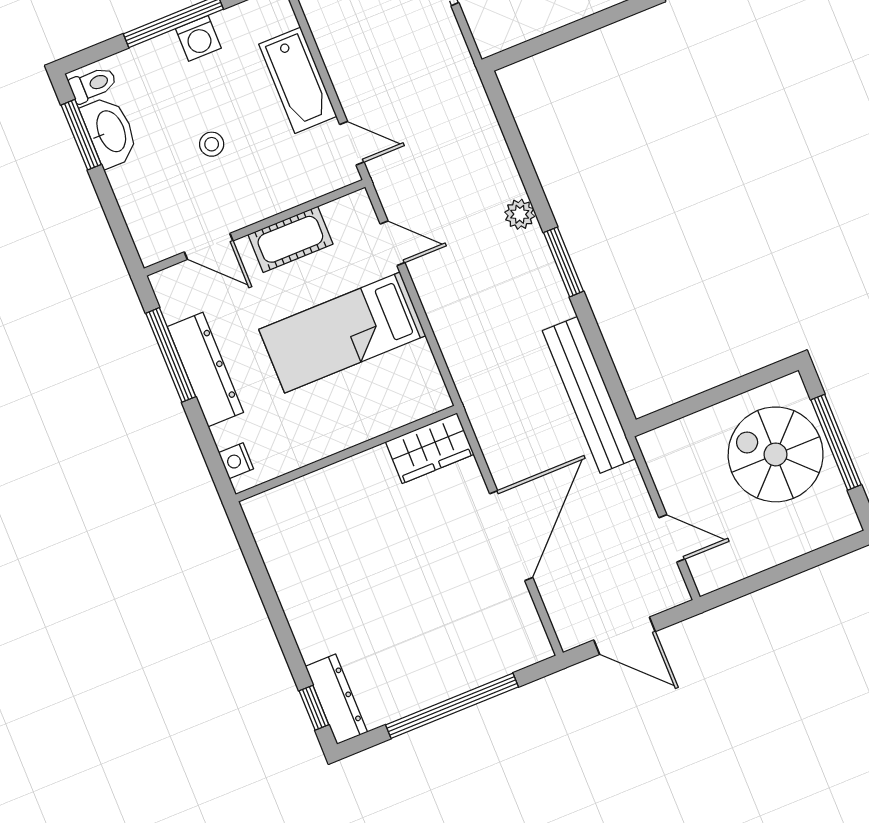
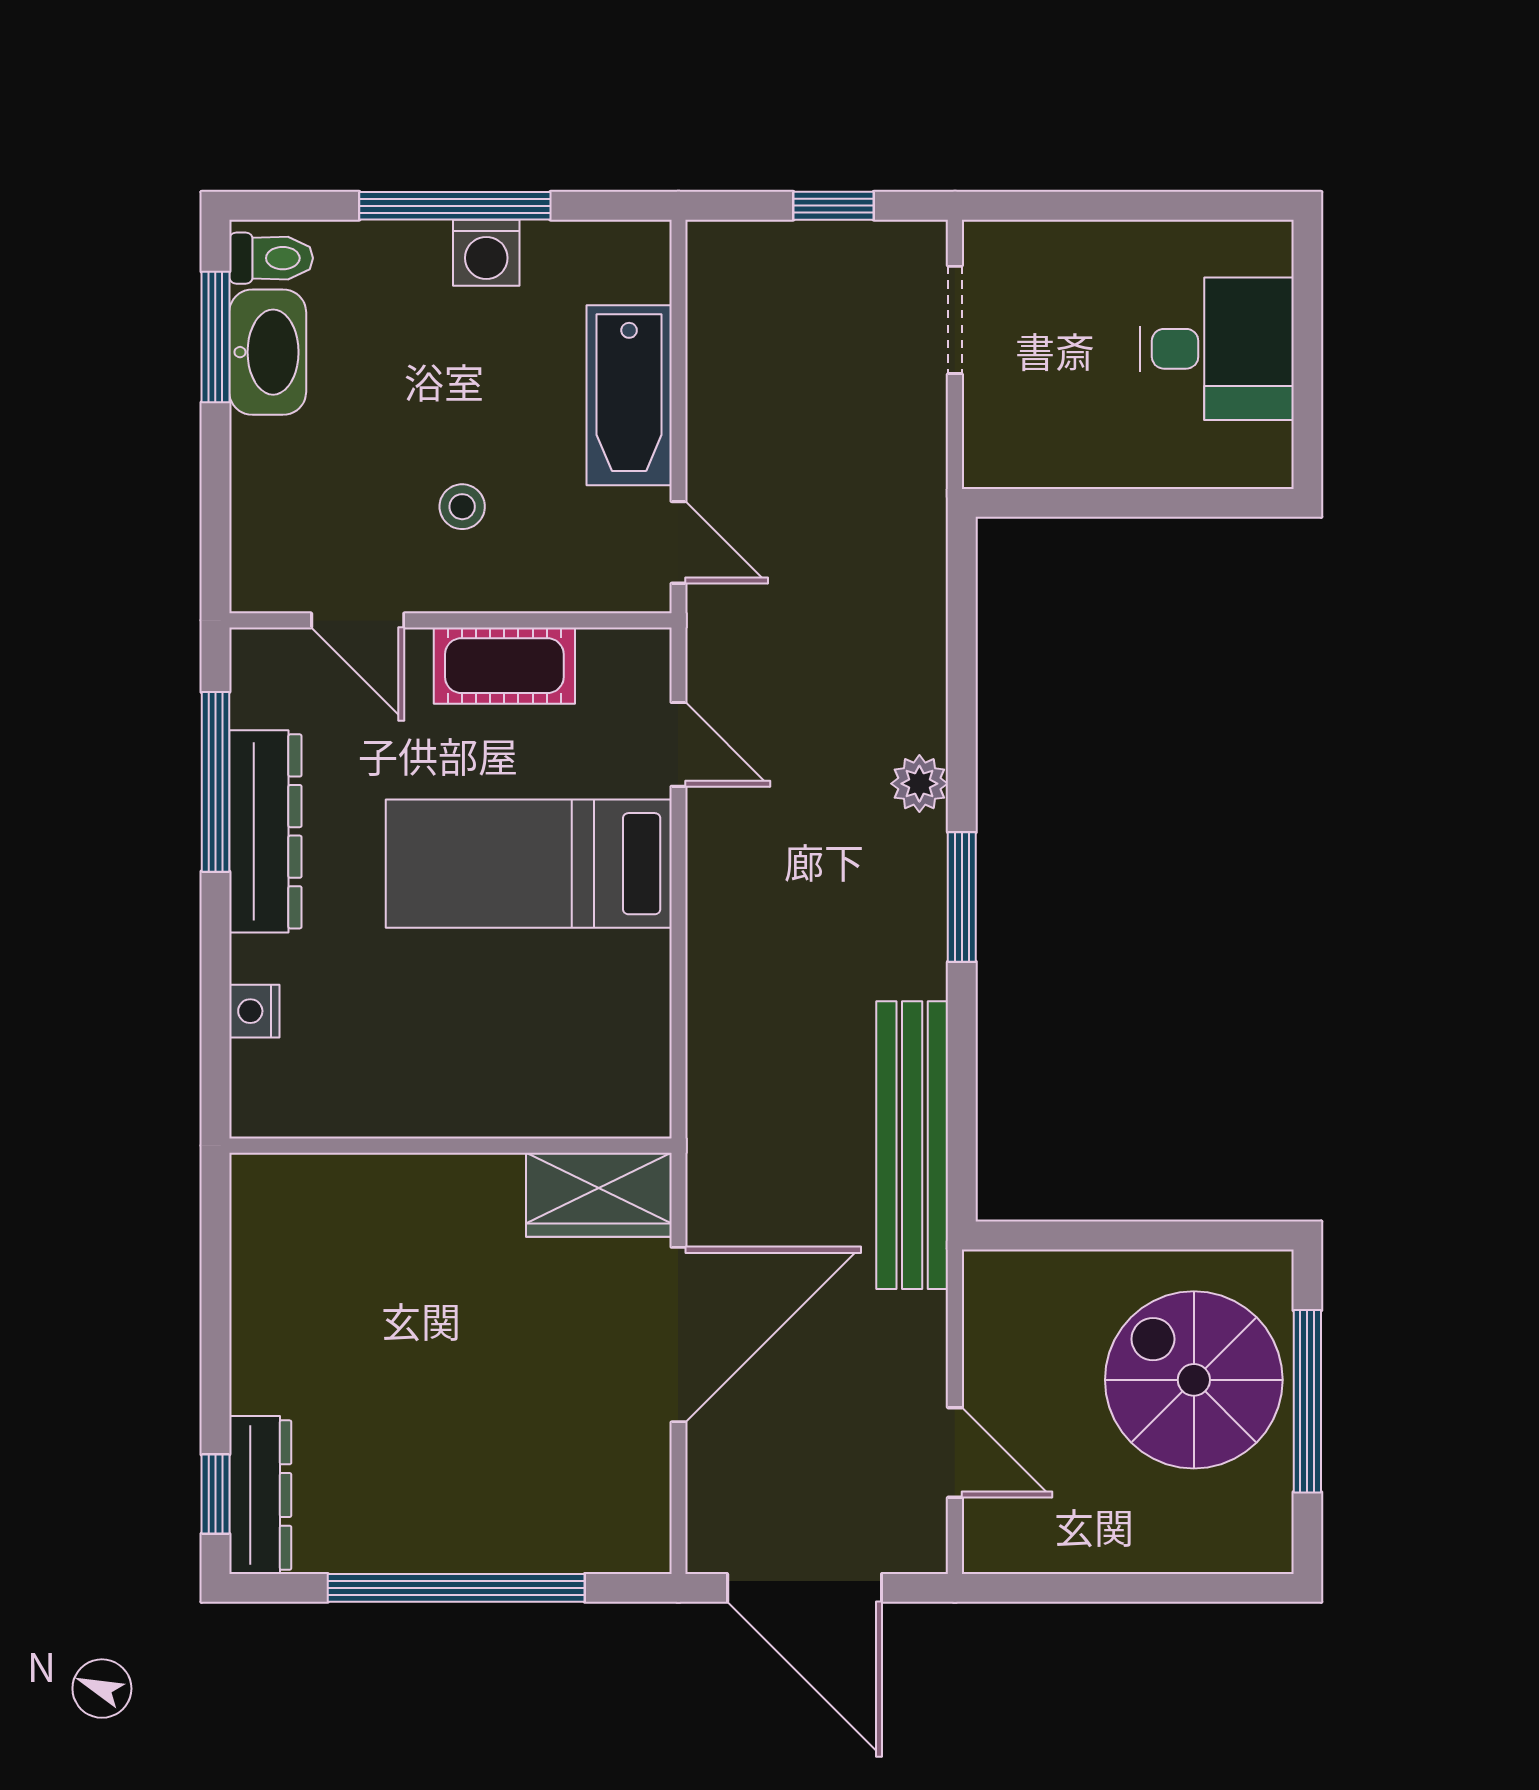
stool: (212, 144) -> (462, 507), moved
wardrobe: (430, 448) -> (599, 1195), moved
wall: (346, 454) -> (450, 1146), moved
door: (625, 636) -> (805, 1588), width x1.36

